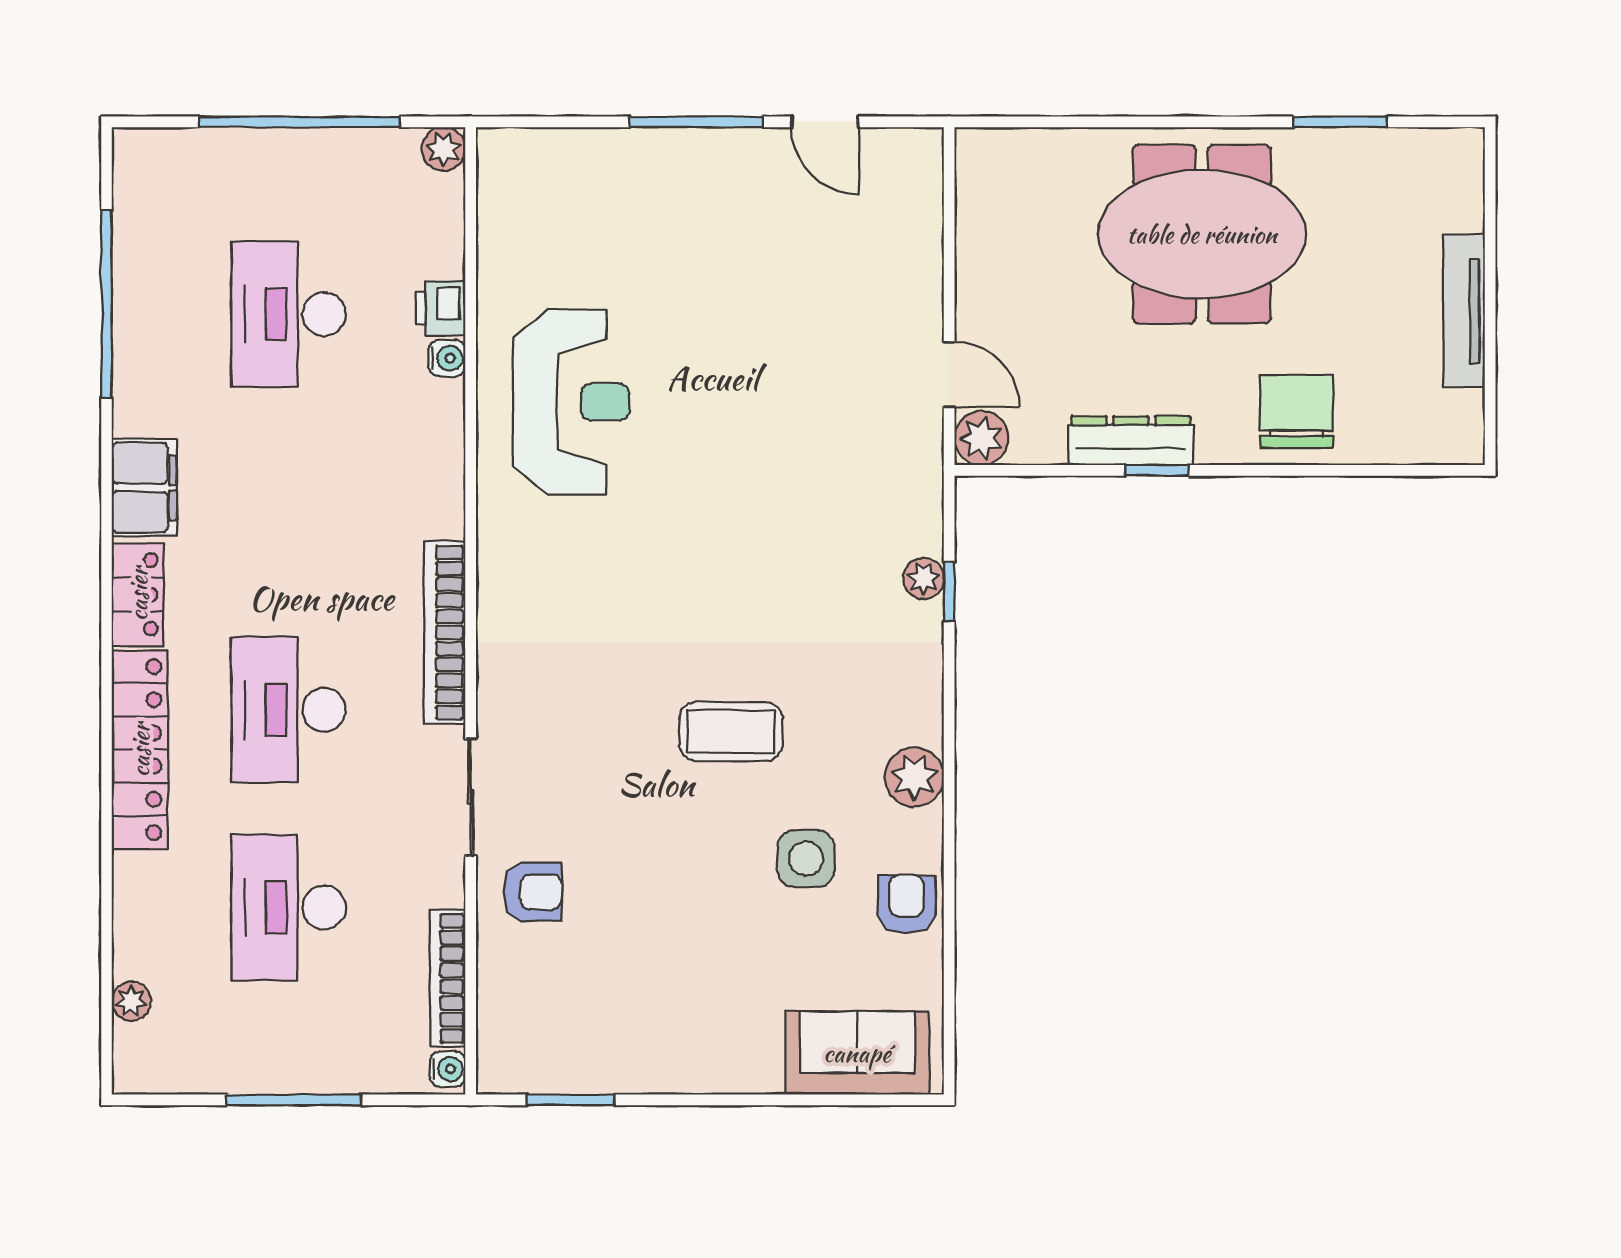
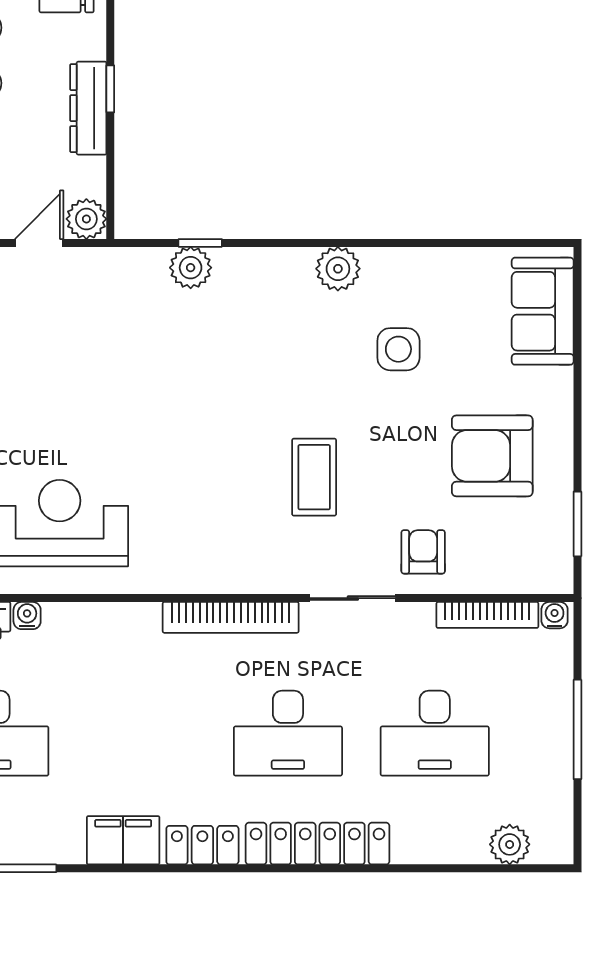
plant: (923, 578) -> (191, 268), width x1.38, depth x1.38
coffee table: (731, 731) -> (314, 477), moved
armchair: (906, 904) -> (492, 456), moved, width x1.88, depth x1.88
plant: (131, 1001) -> (510, 844), width x1.38, depth x1.38

